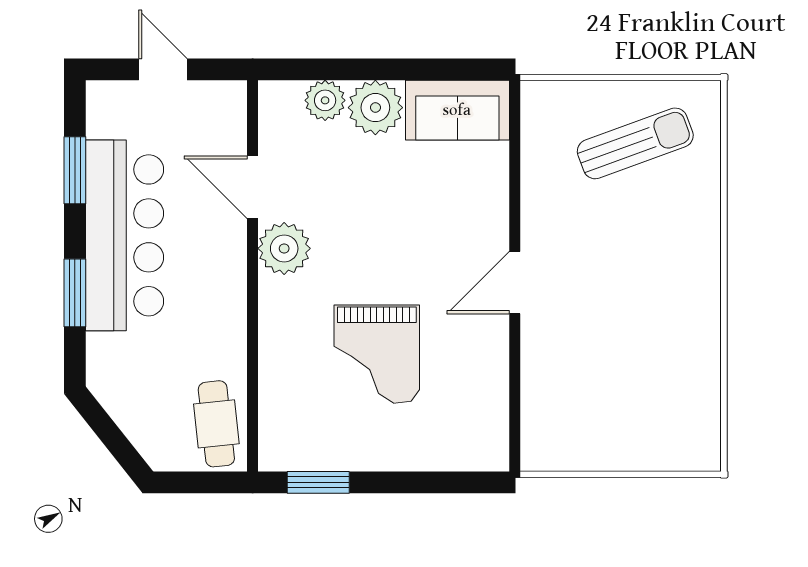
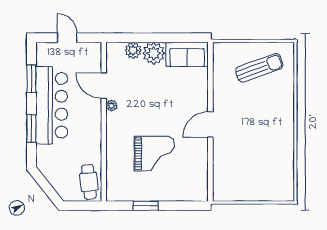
plant: (284, 248) -> (112, 106), width x0.53, depth x0.53
grand piano: (377, 354) -> (154, 154), turned -90
window: (318, 482) -> (146, 206), moved

